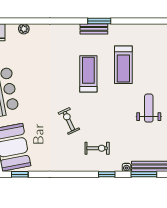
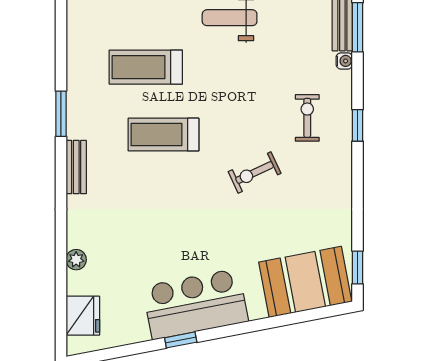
bench: (94, 29) -> (76, 167), moved
treadmill: (123, 65) -> (146, 67), turned 180
window: (107, 174) -> (358, 125), moved

